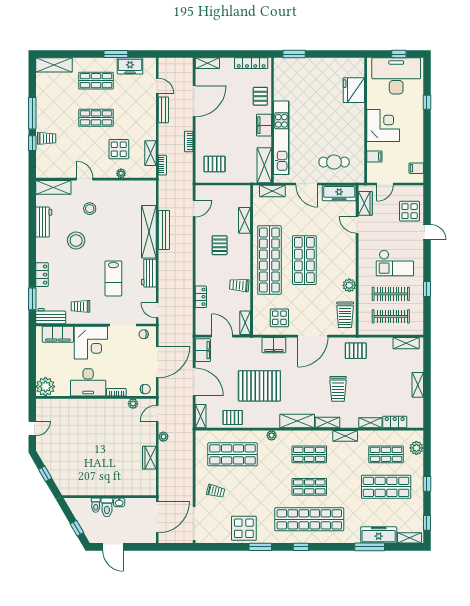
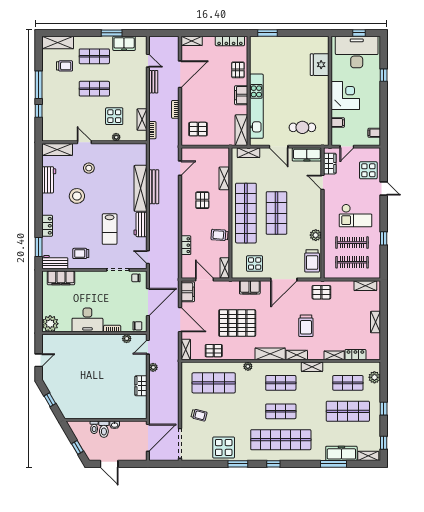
trolley: (47, 138) -> (65, 66), moved
corner desk: (91, 343) -> (90, 285), removed

